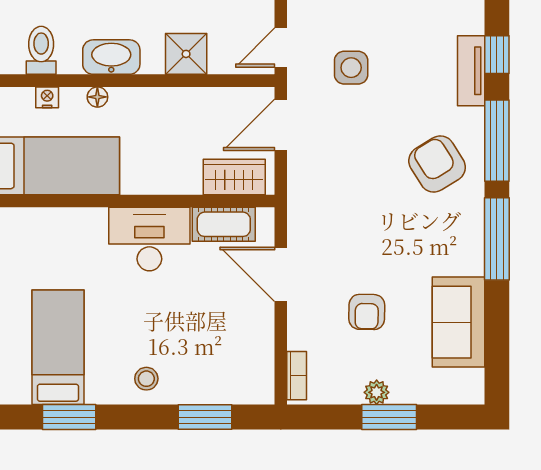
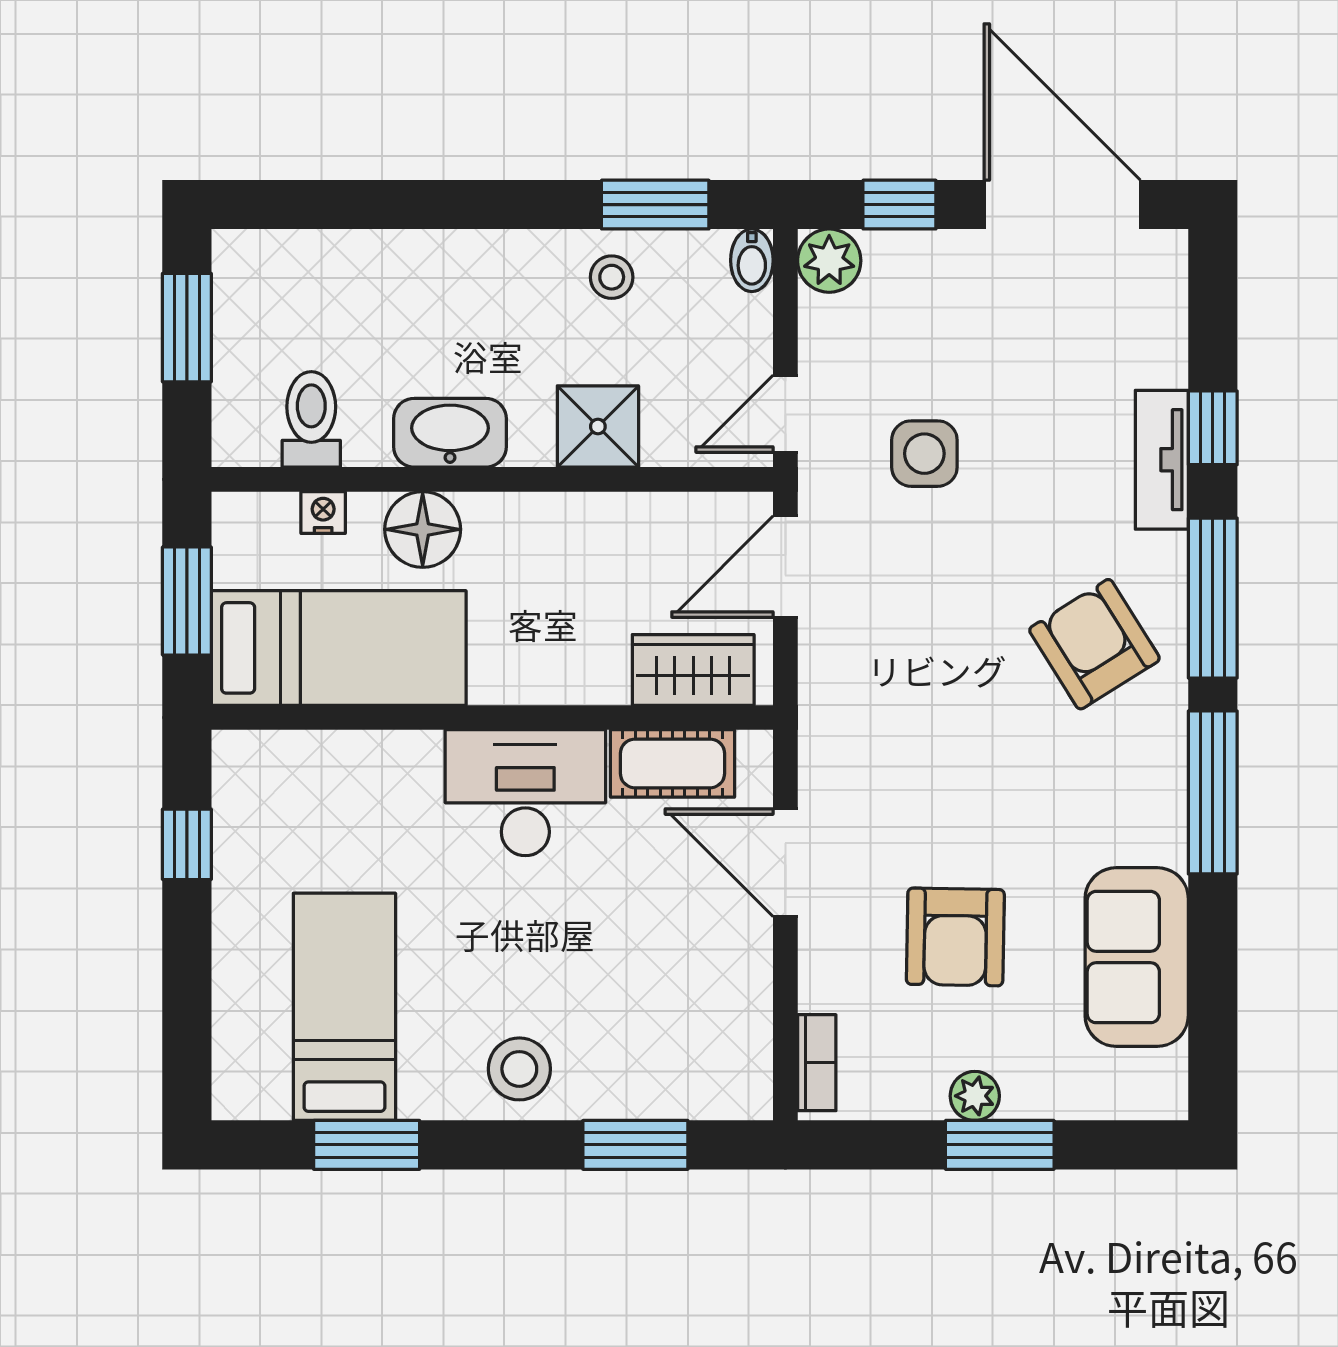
floor lamp: (97, 97) -> (423, 529), width x1.89, depth x1.89
armchair: (367, 312) -> (955, 937), width x1.38, depth x1.38
stool: (146, 379) -> (519, 1069), width x1.37, depth x1.37

